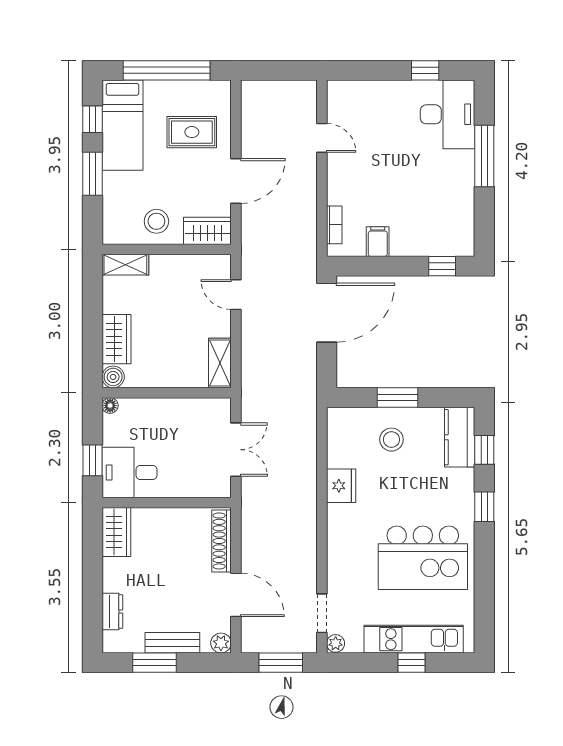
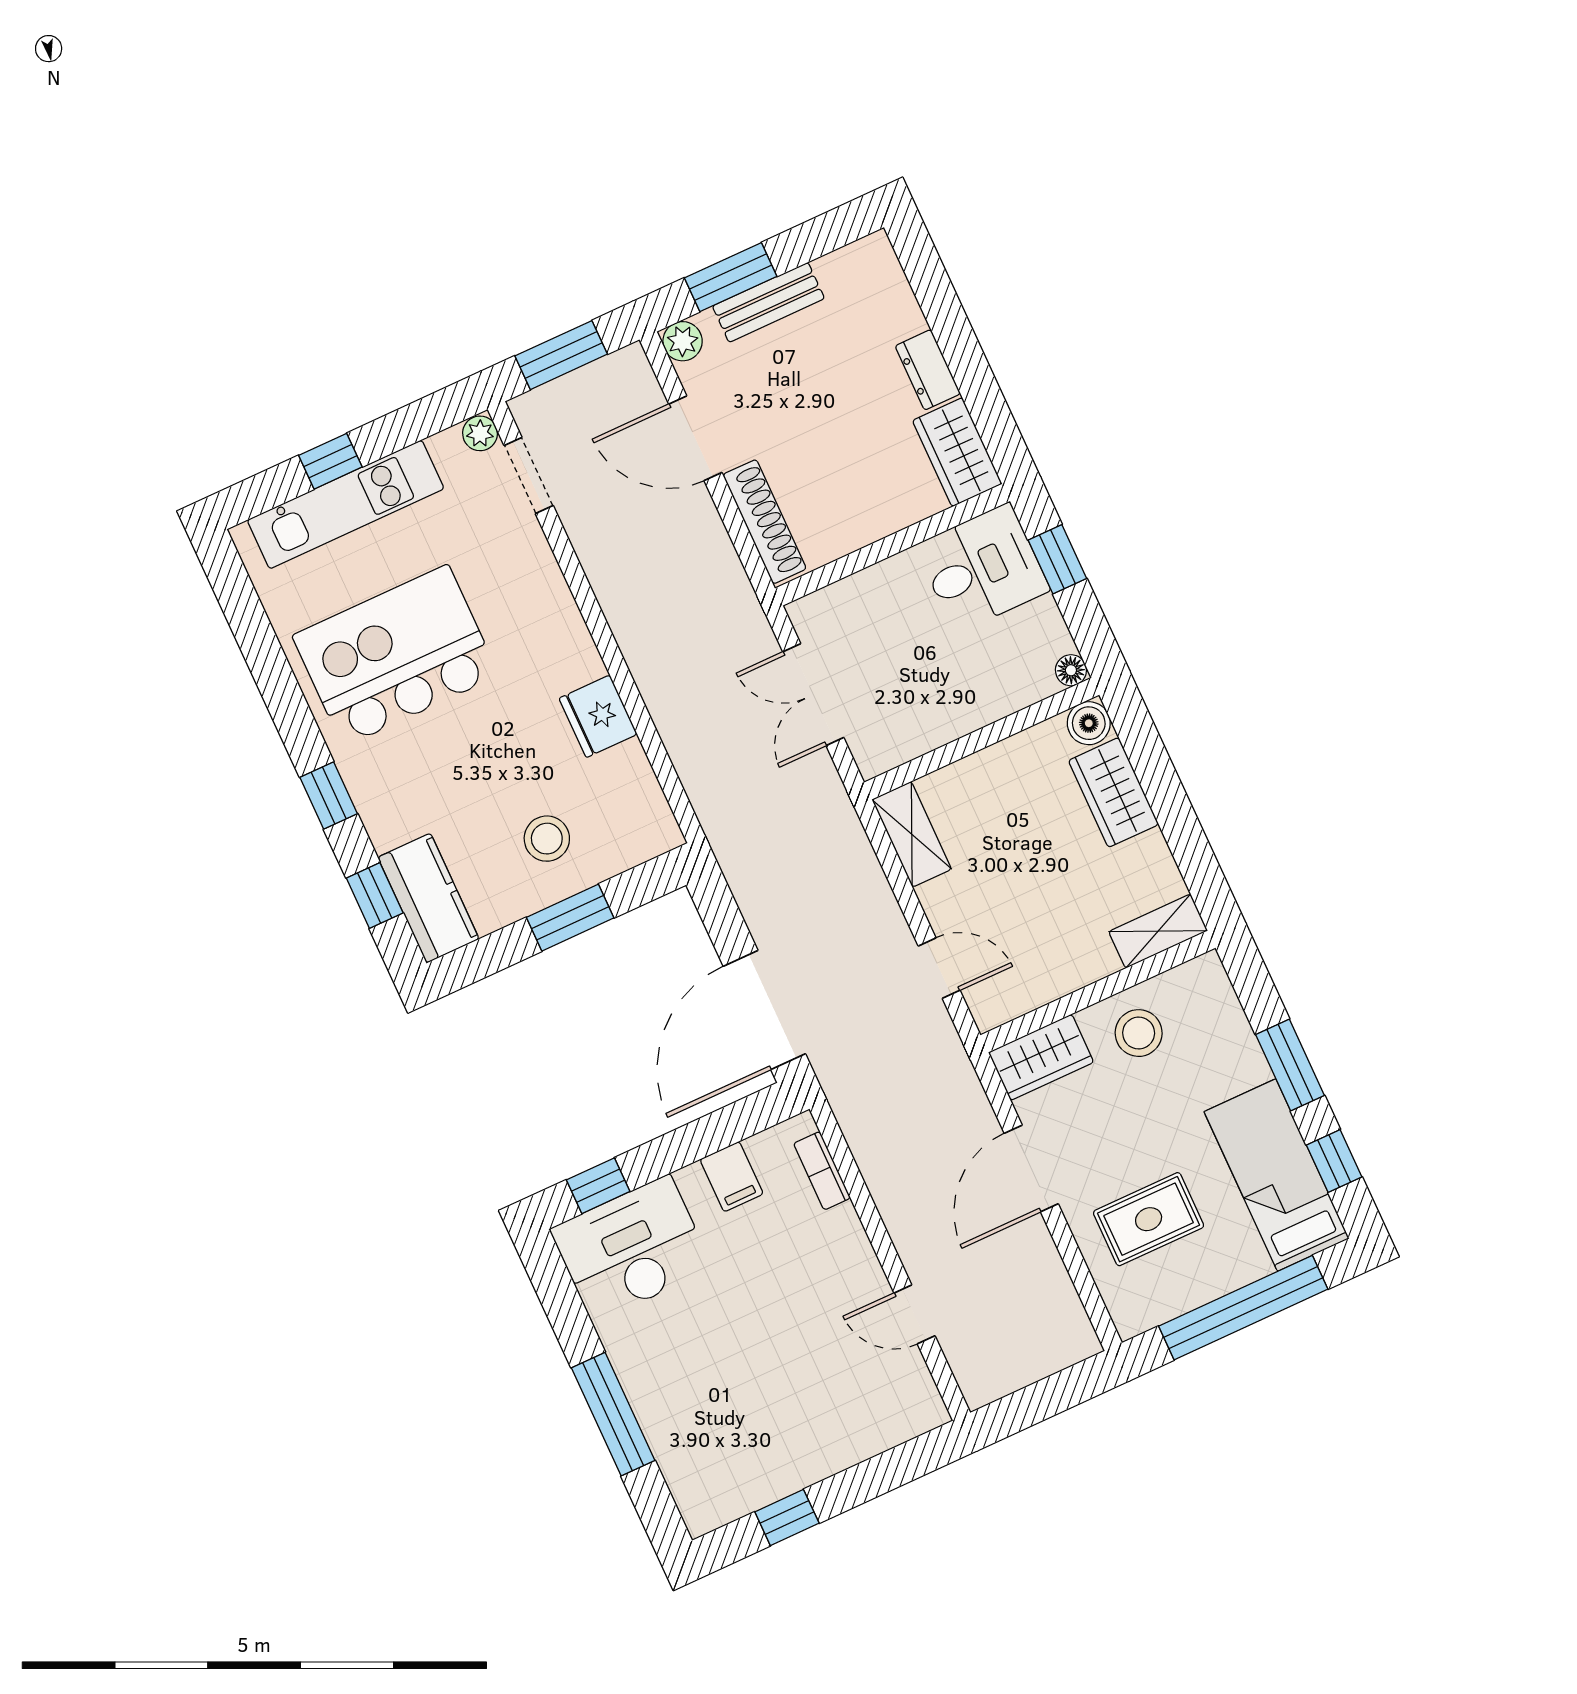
desk: (448, 114) -> (631, 1249), moved, turned 90
dresser: (112, 612) -> (928, 370), moved
window: (155, 663) -> (731, 277), moved

